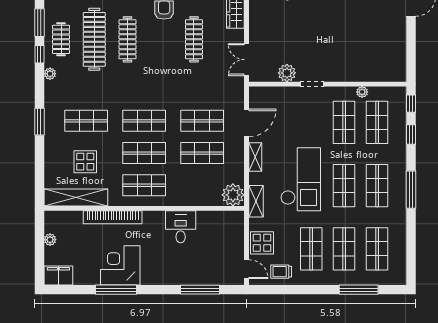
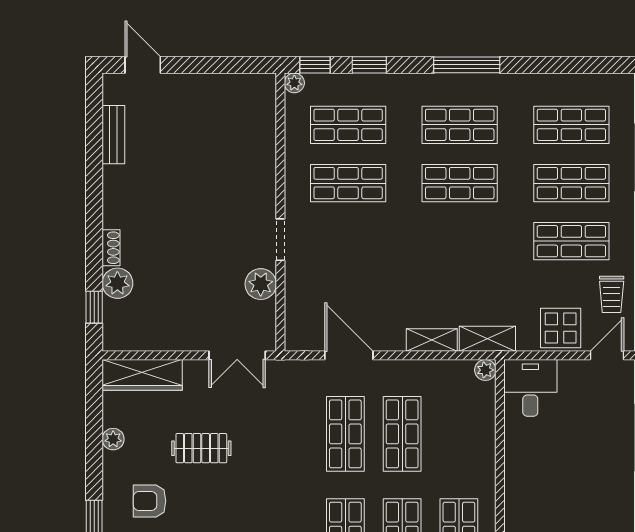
clothes rail: (194, 39) -> (201, 448), width x0.73
plant: (362, 92) -> (294, 83), moved
shelving: (255, 157) -> (432, 340), moved
checkout: (301, 179) -> (448, 260), removed
plant: (233, 195) -> (485, 370), width x0.53, depth x0.53
desk: (181, 227) -> (530, 388), moved, turned 90

